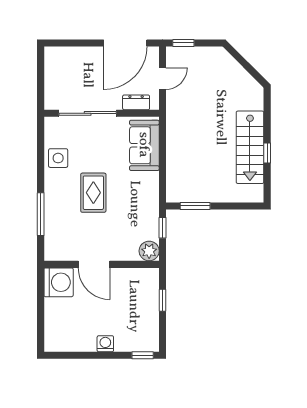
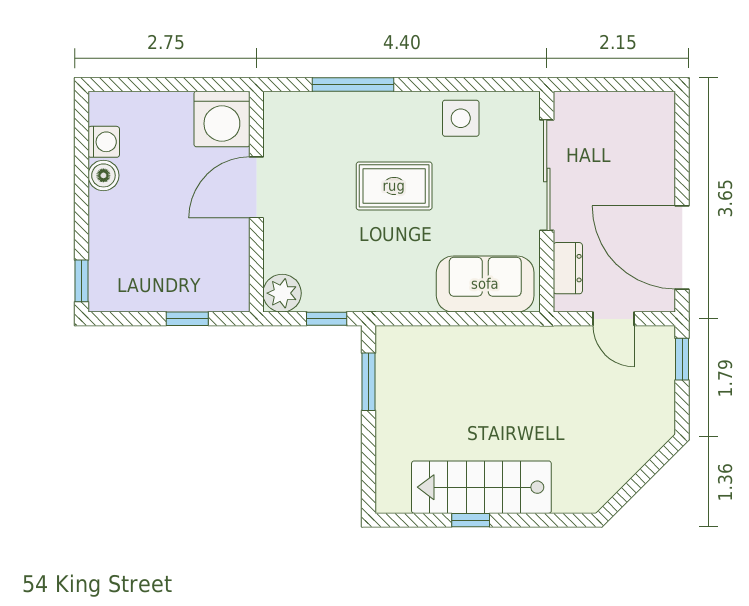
boiler: (88, 344) -> (103, 175), added
washing machine: (105, 344) -> (104, 142), moved

